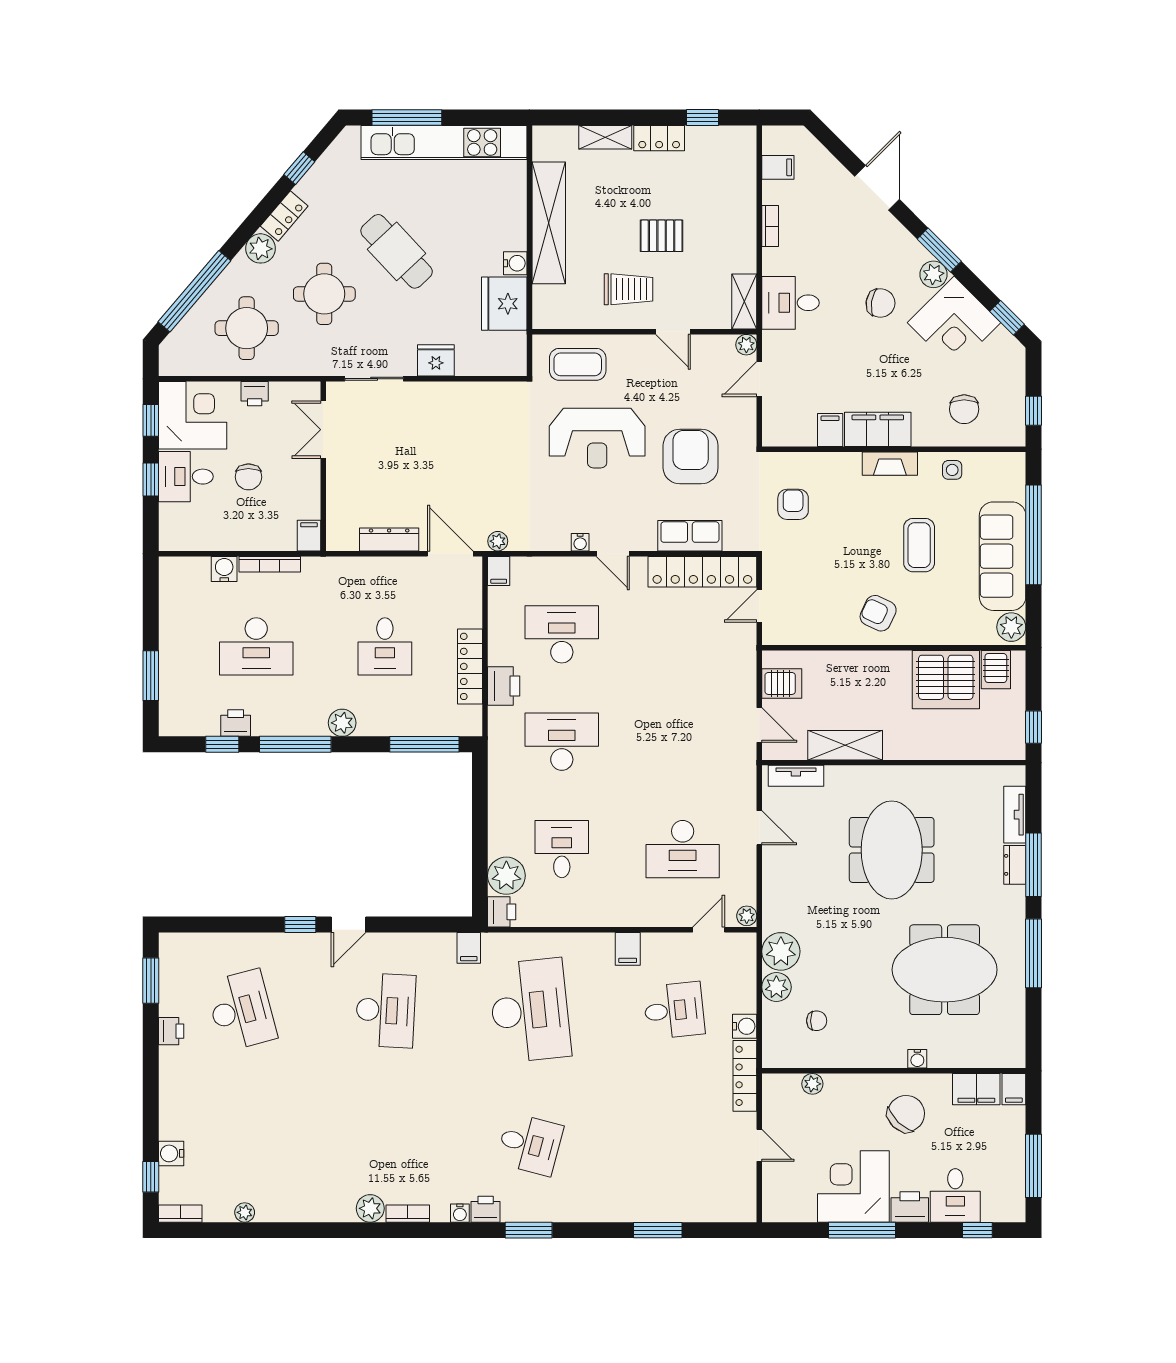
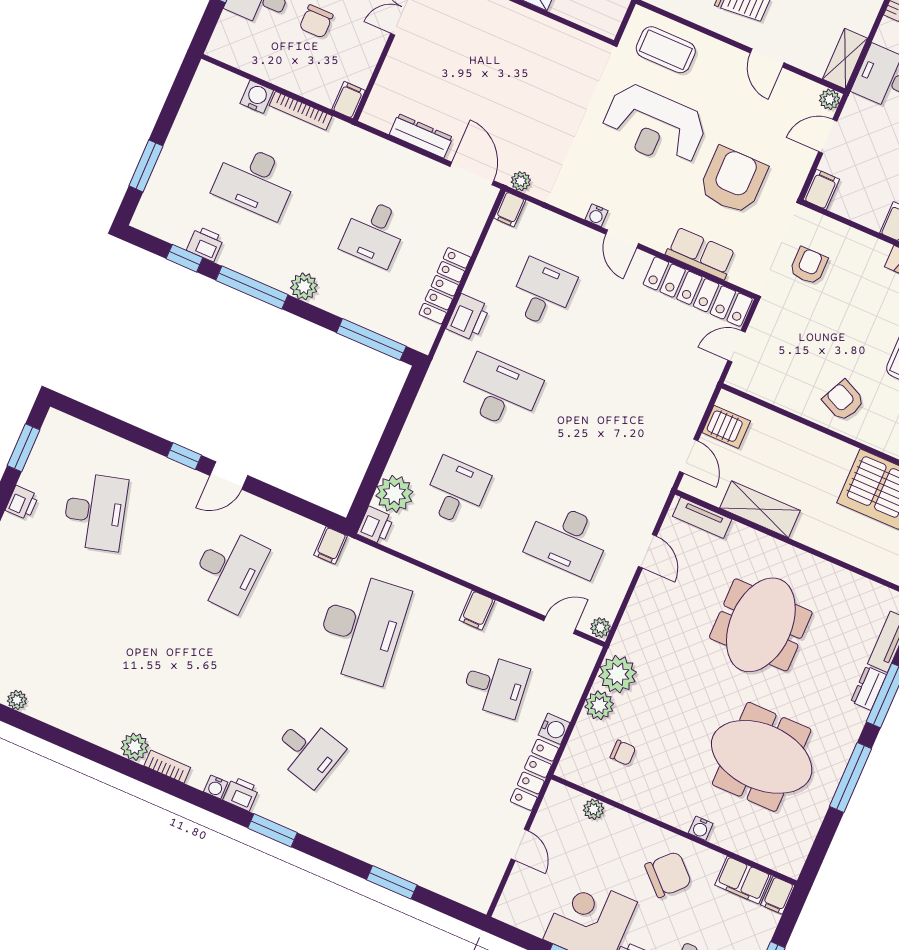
filing cabinet: (830, 430) -> (821, 189), moved
desk: (562, 634) -> (543, 293), width x0.73

